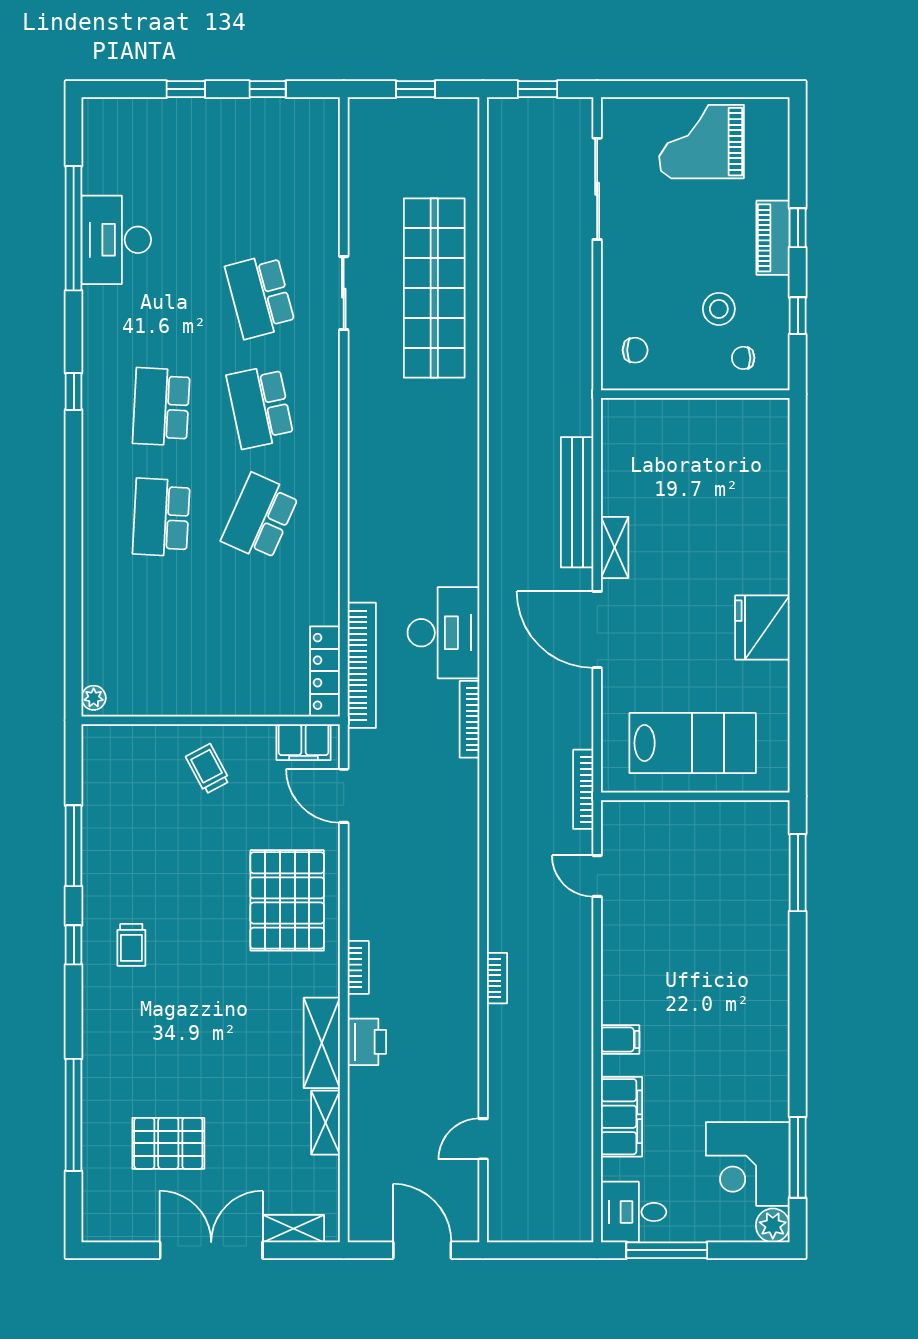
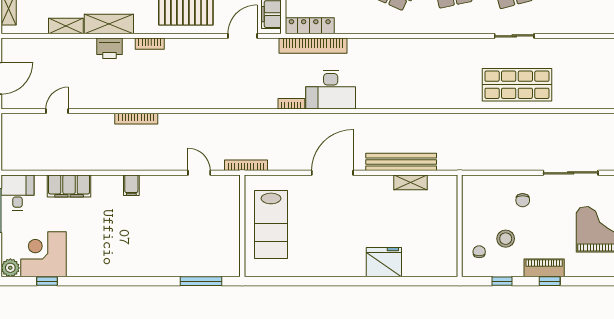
shop shelf: (434, 288) -> (517, 85), width x0.71
chair: (635, 350) -> (523, 200), moved
shelving: (615, 547) -> (410, 182), moved
fridge: (762, 627) -> (384, 262), moved
bookcase: (469, 719) -> (291, 104), width x0.64
door: (597, 876) -> (199, 173), hinge flipped
bookcase: (497, 978) -> (136, 119), width x1.56
filing cabinet: (620, 1040) -> (131, 185), moved
door: (483, 1139) -> (57, 111), hinge flipped
window: (798, 1157) -> (47, 281), width x0.46

